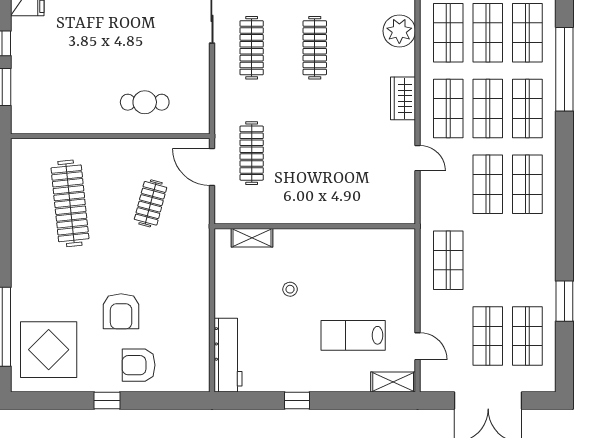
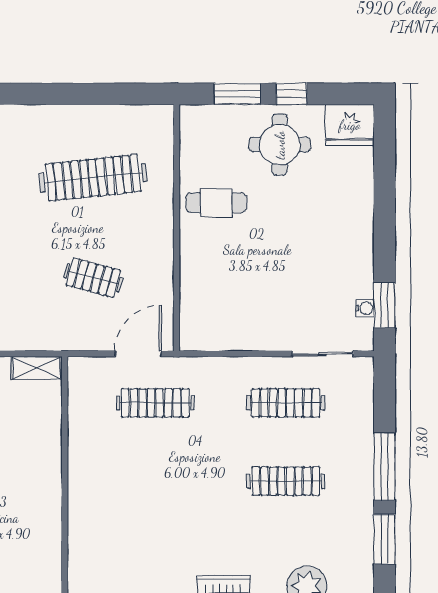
round table: (43, 53) -> (280, 145), added
cafe table: (145, 102) -> (216, 203), moved, turned 90
shelving: (252, 238) -> (36, 368), moved, turned 90

